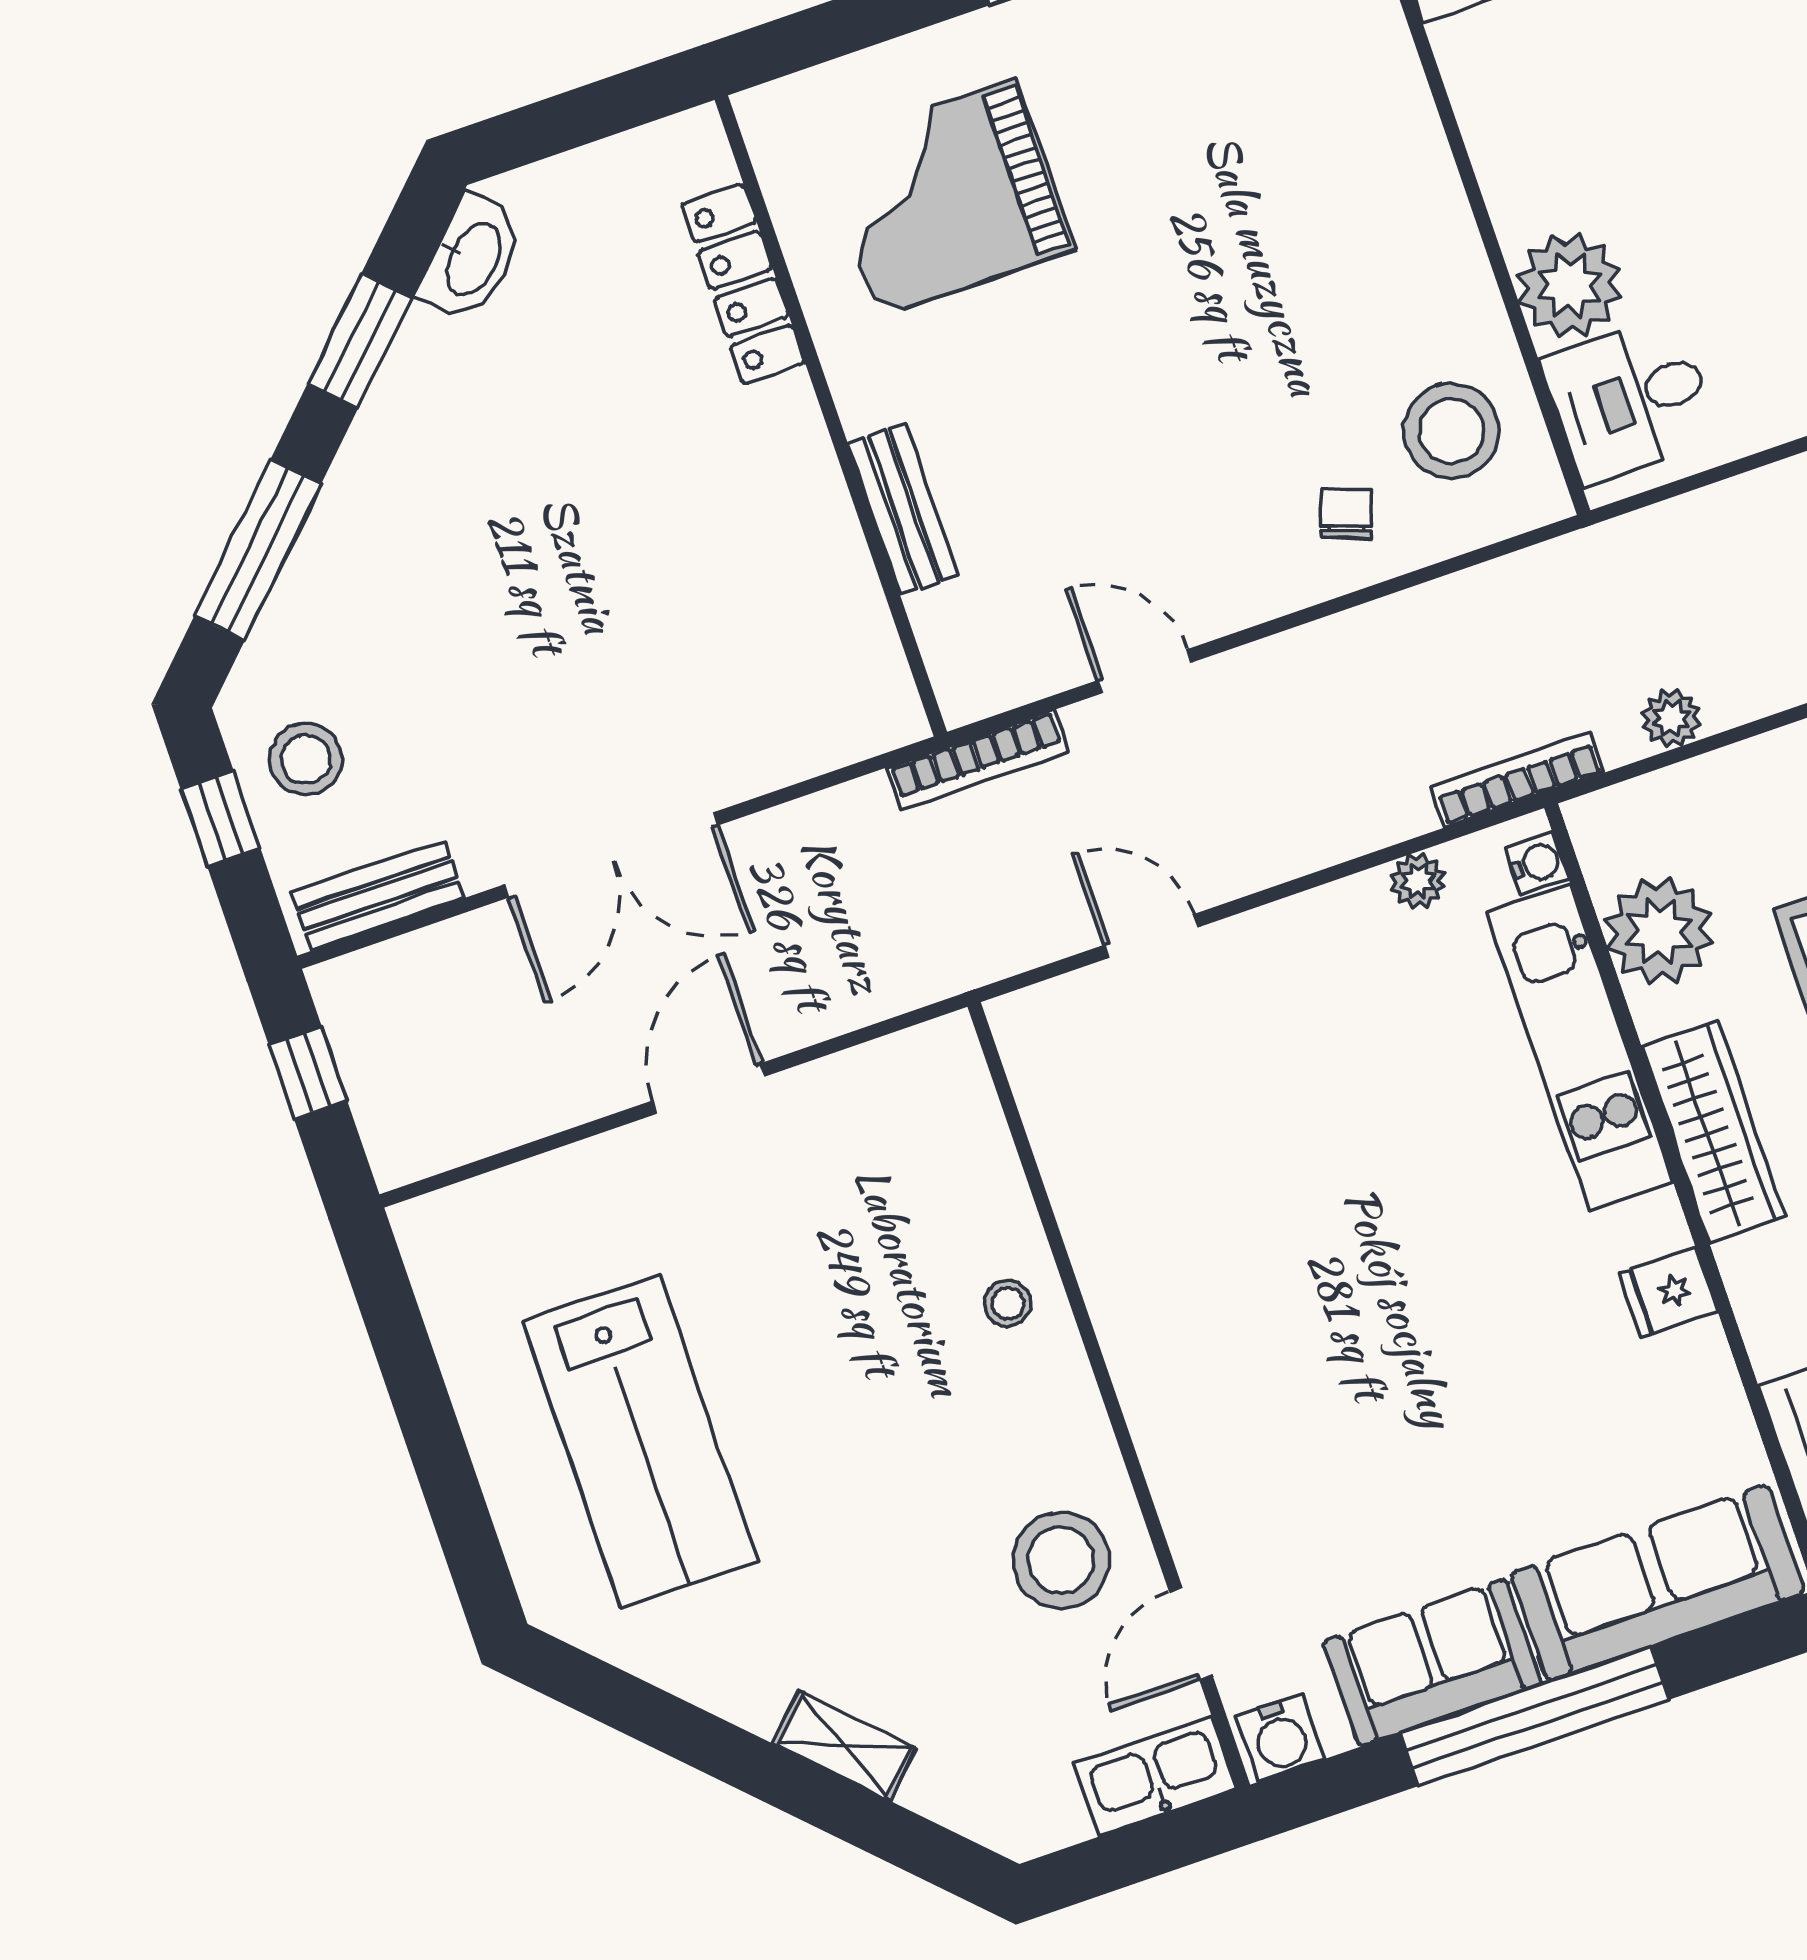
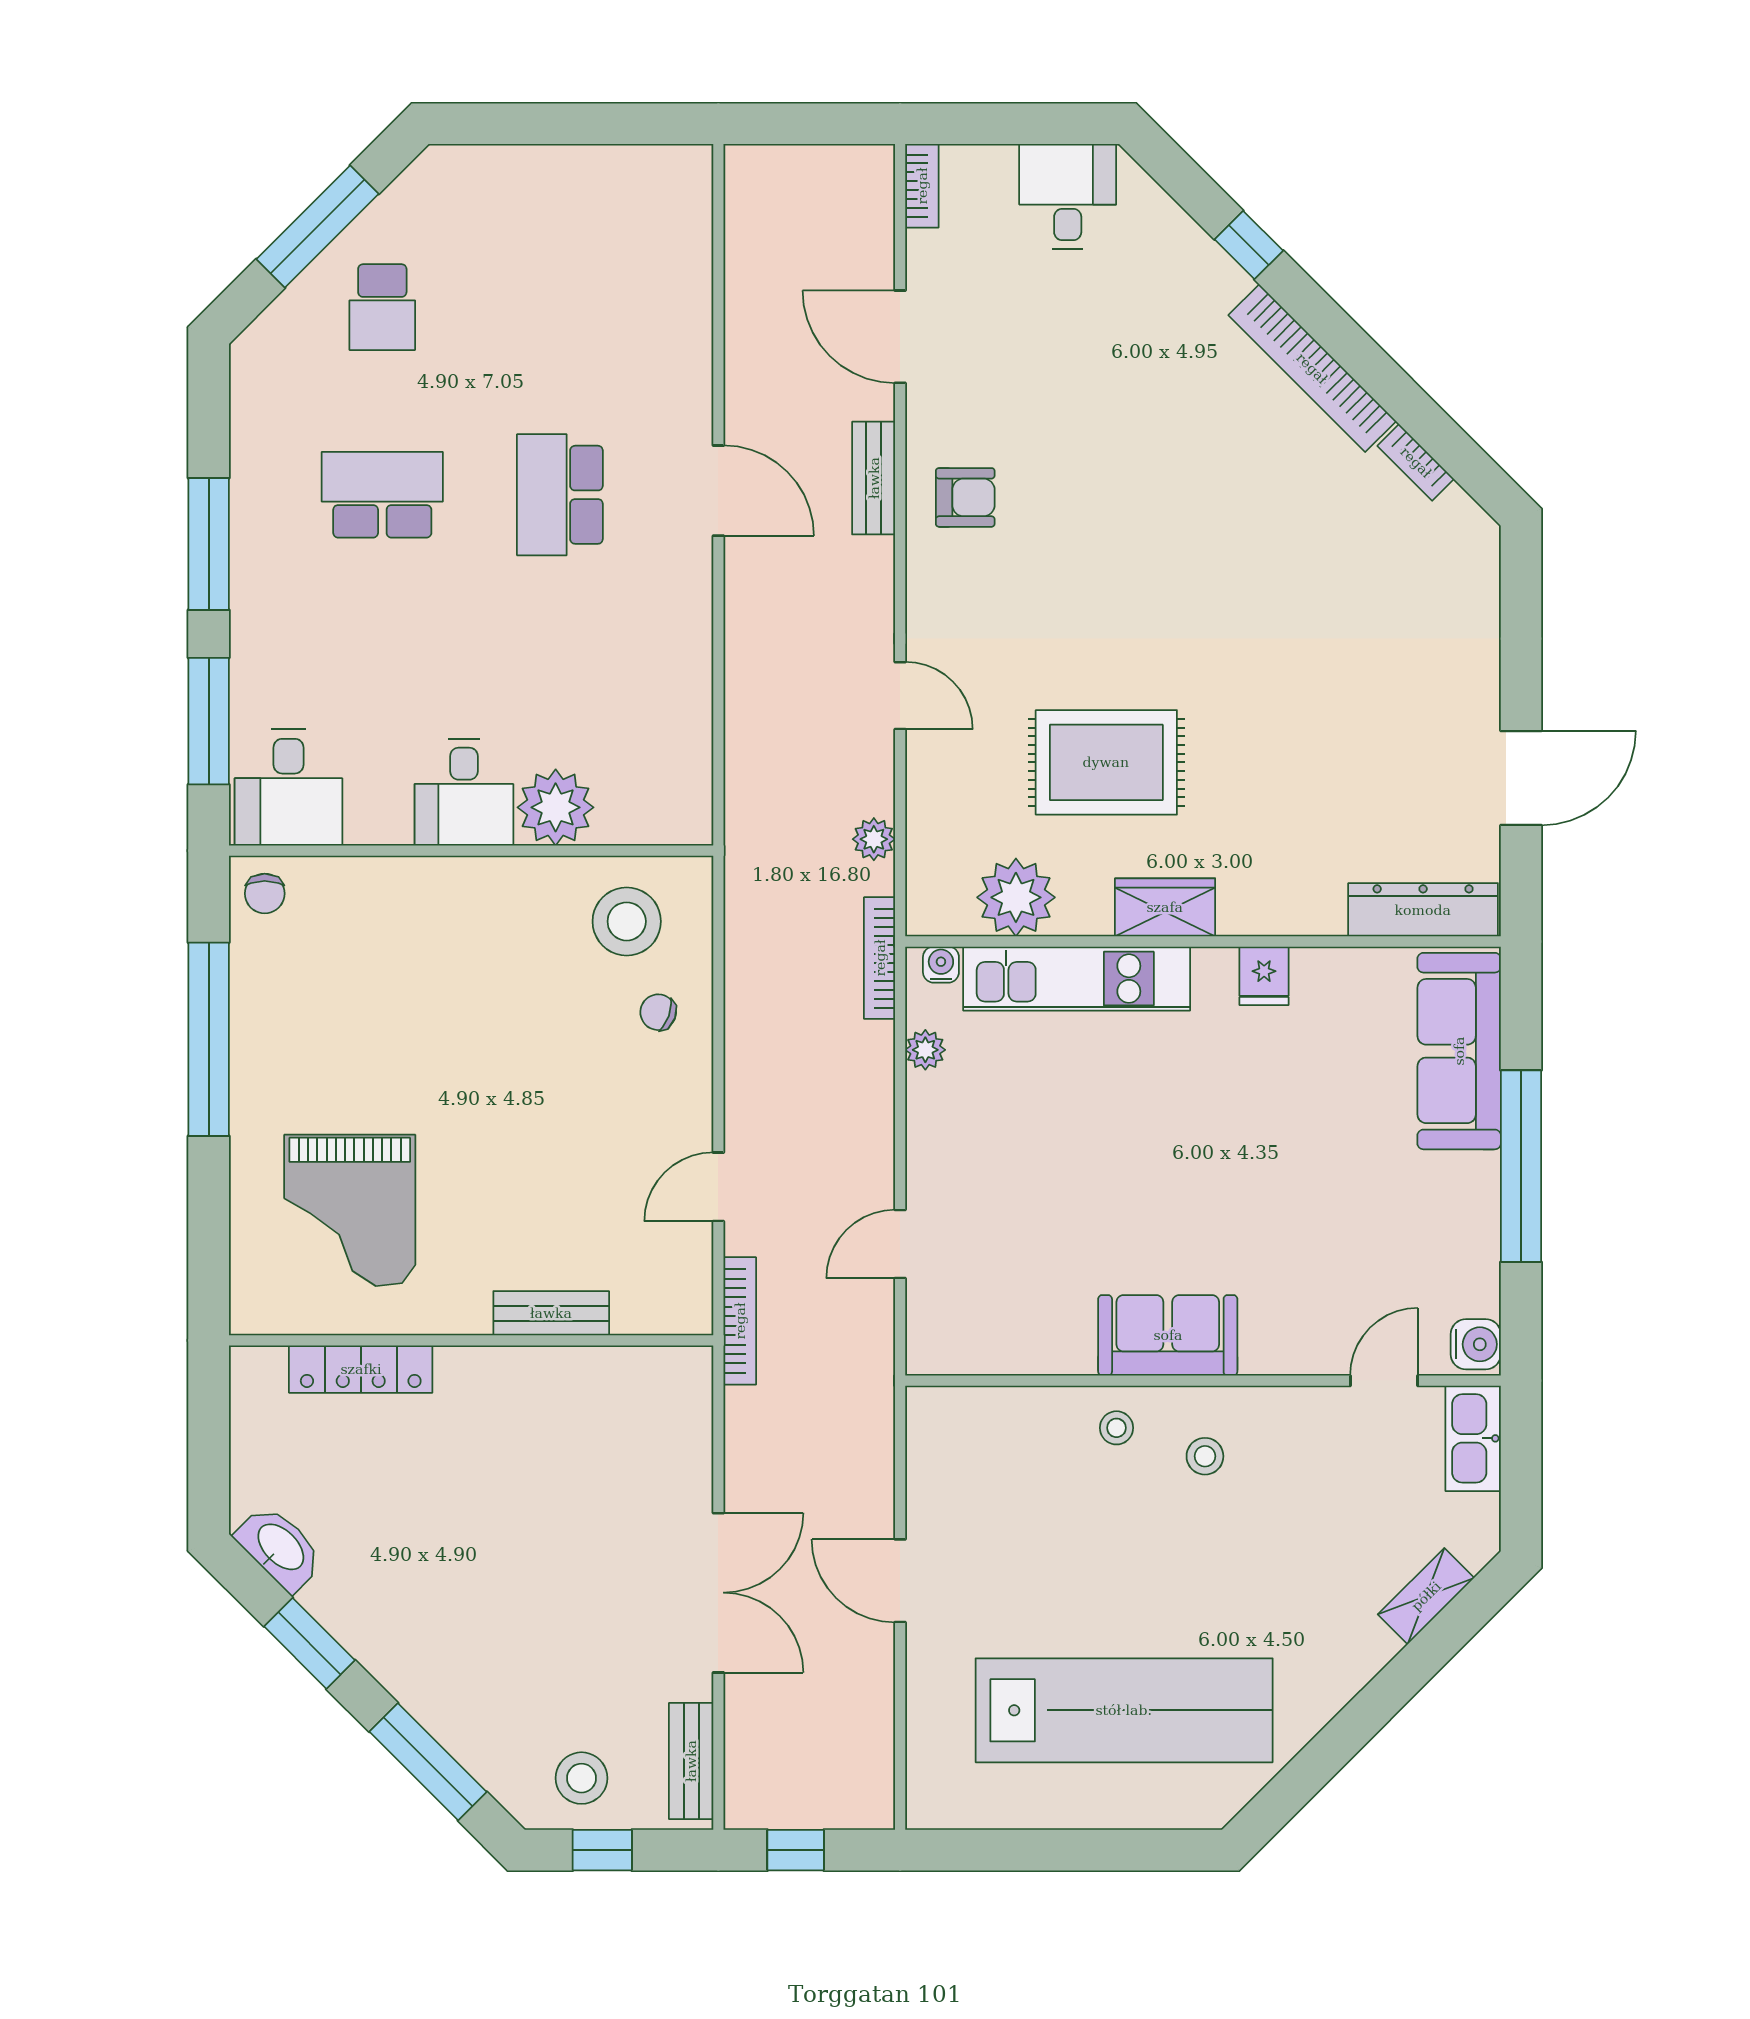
desk: (1630, 399) -> (464, 792), moved
wardrobe: (1713, 1132) -> (1165, 907), width x0.67
lab bench: (640, 1441) -> (1124, 1710), width x1.36
stool: (1061, 1560) -> (1205, 1456), moved, width x0.53, depth x0.53
door: (1191, 1633) -> (1384, 1381), swing flipped
sofa: (1432, 1663) -> (1168, 1335), moved, turned 90
shelving: (844, 1746) -> (1426, 1596), moved

